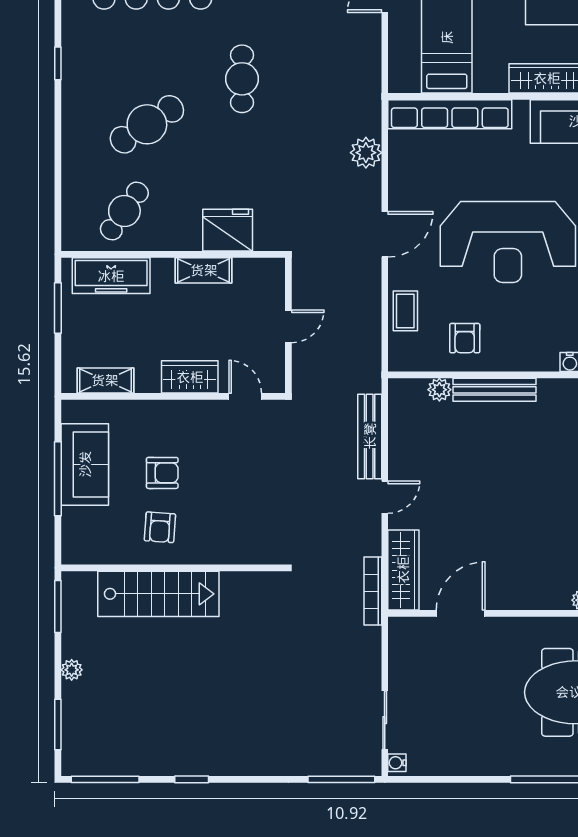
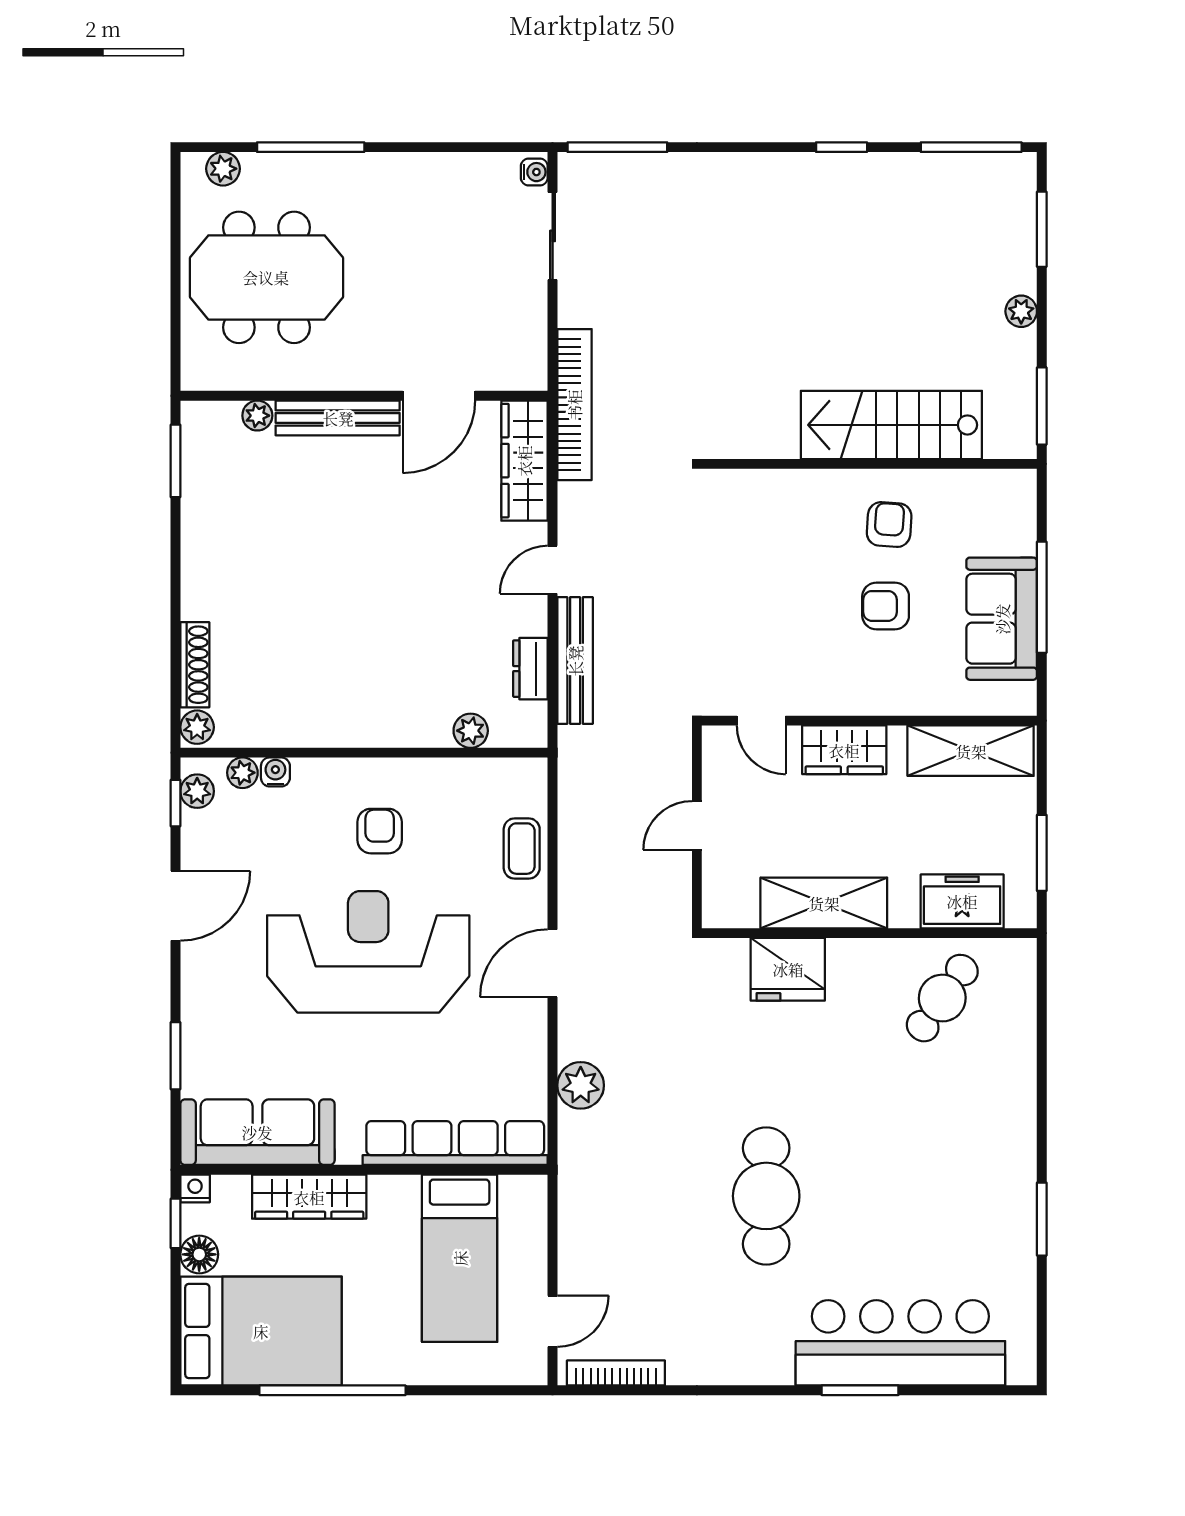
window: (58, 63) -> (1042, 1219), width x1.50
cafe table: (242, 79) -> (766, 1196), width x1.37, depth x1.35
cafe table: (147, 124) -> (909, 1128), removed
shelving: (204, 270) -> (824, 903), width x1.50, depth x1.33
freezer: (111, 276) -> (962, 901), width x0.71
armchair: (465, 338) -> (380, 831), moved
shelving: (105, 380) -> (971, 751), width x1.50, depth x1.33
bench: (494, 390) -> (338, 418), moved
dresser: (399, 431) -> (530, 669), added
bookcase: (373, 591) -> (574, 405), width x1.48, depth x1.31

